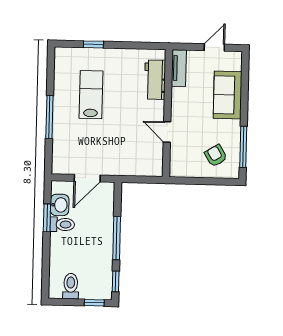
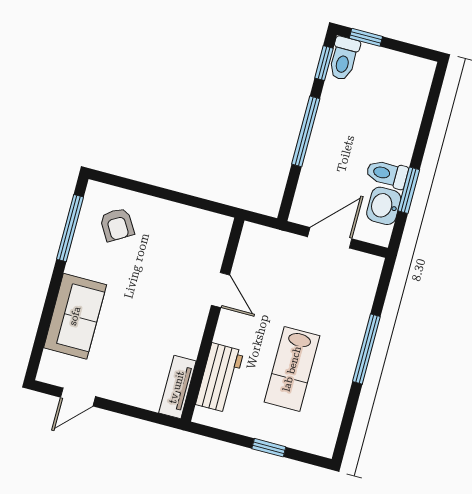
tv unit: (179, 68) -> (177, 387), moved
workbench: (155, 80) -> (220, 378), moved
wall: (168, 113) -> (213, 320), moved
door: (167, 132) -> (220, 290), moved
toilet: (71, 286) -> (344, 58), moved

